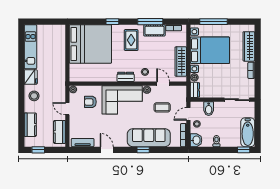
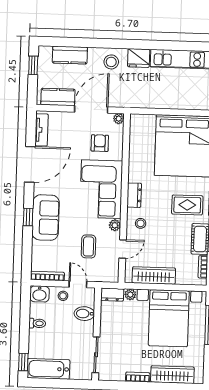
door: (67, 109) -> (91, 109), width x1.87
sofa: (149, 138) -> (46, 218), width x0.73
door: (107, 150) -> (30, 164), width x1.88

